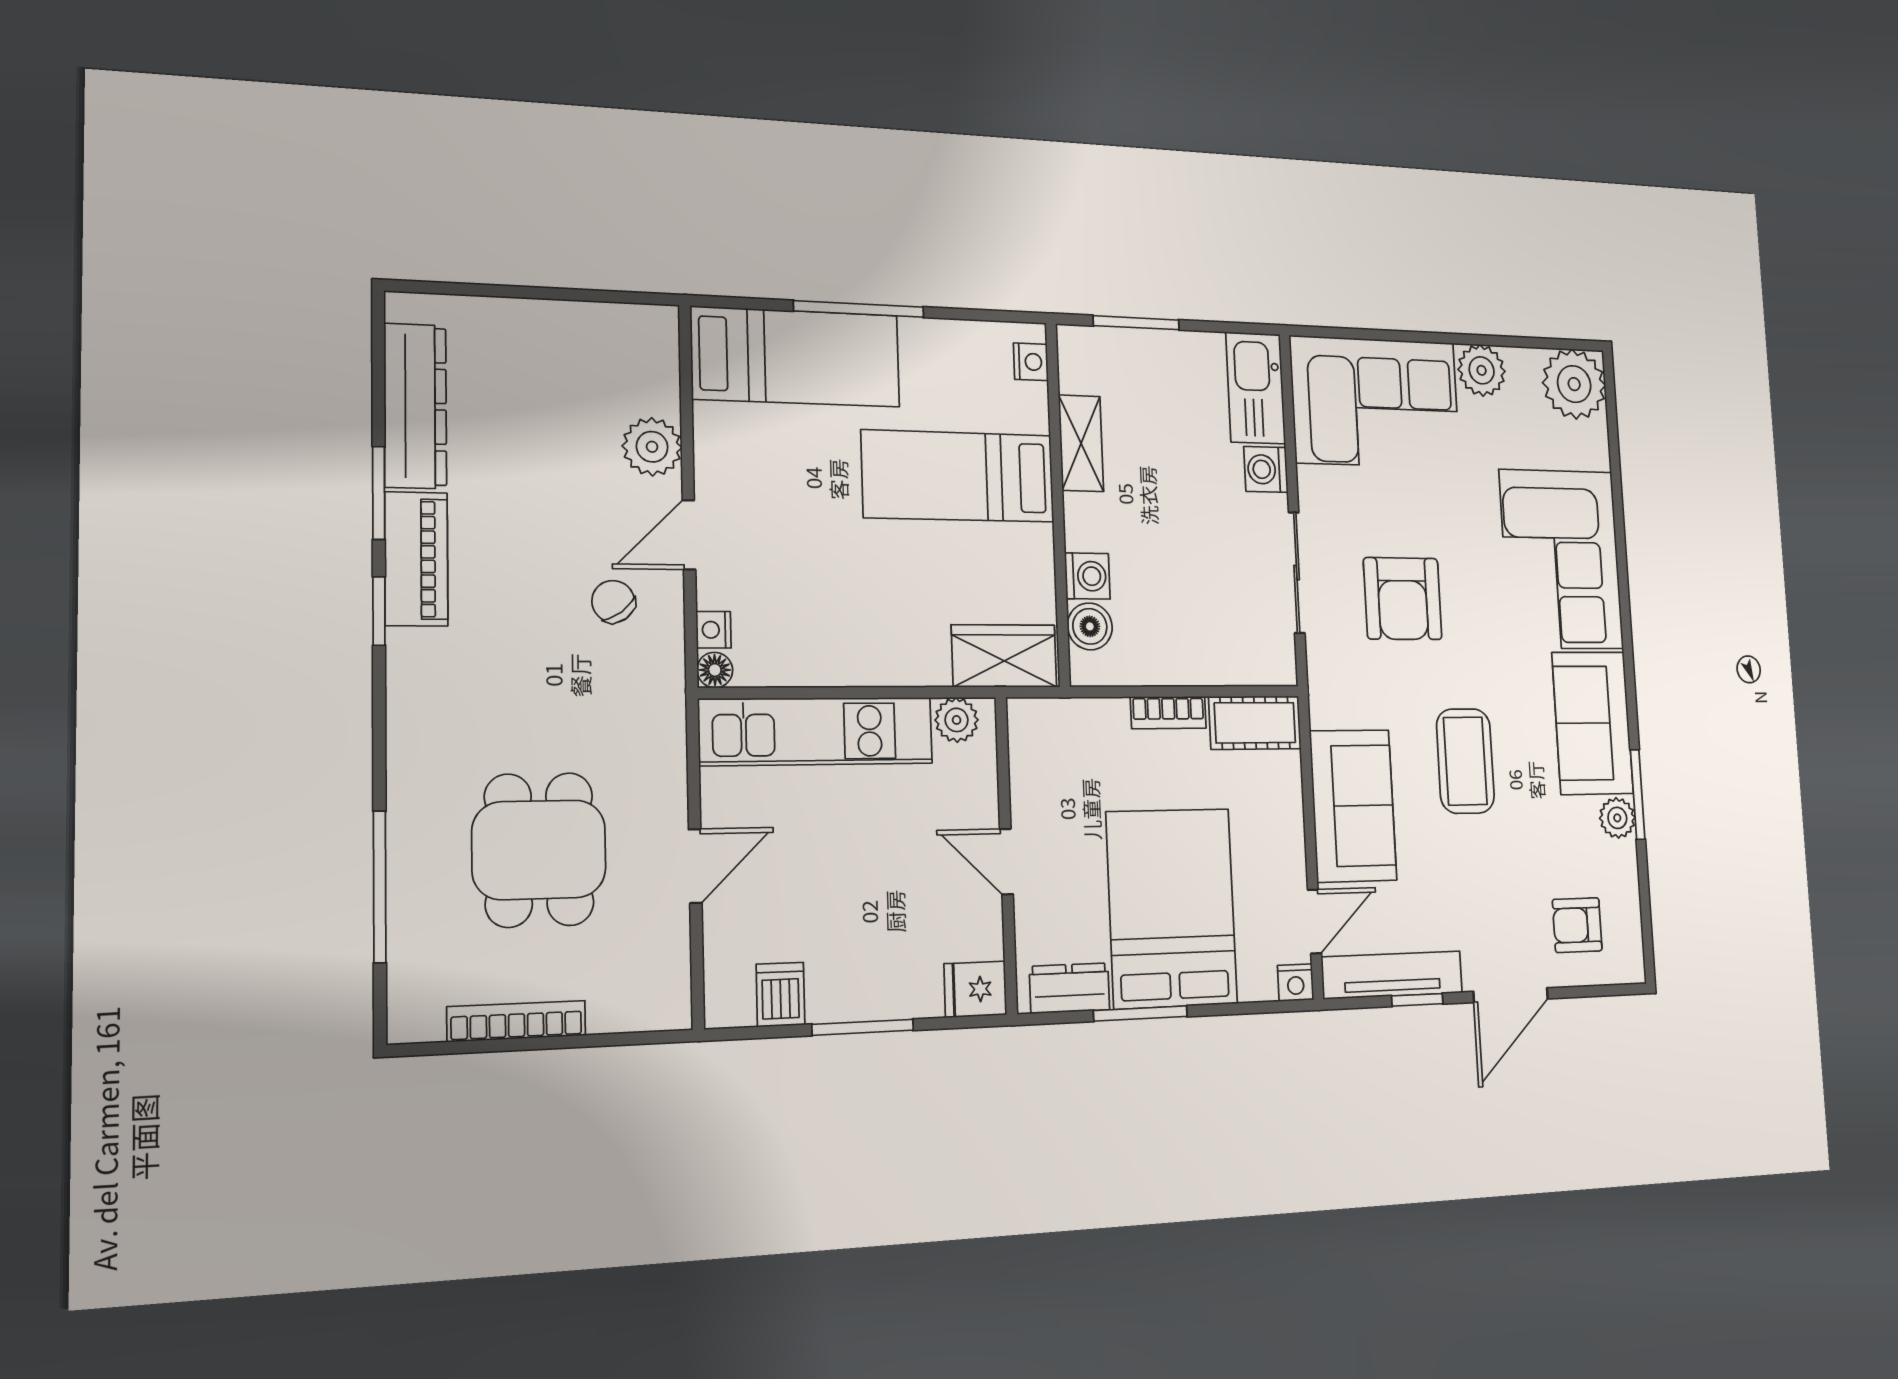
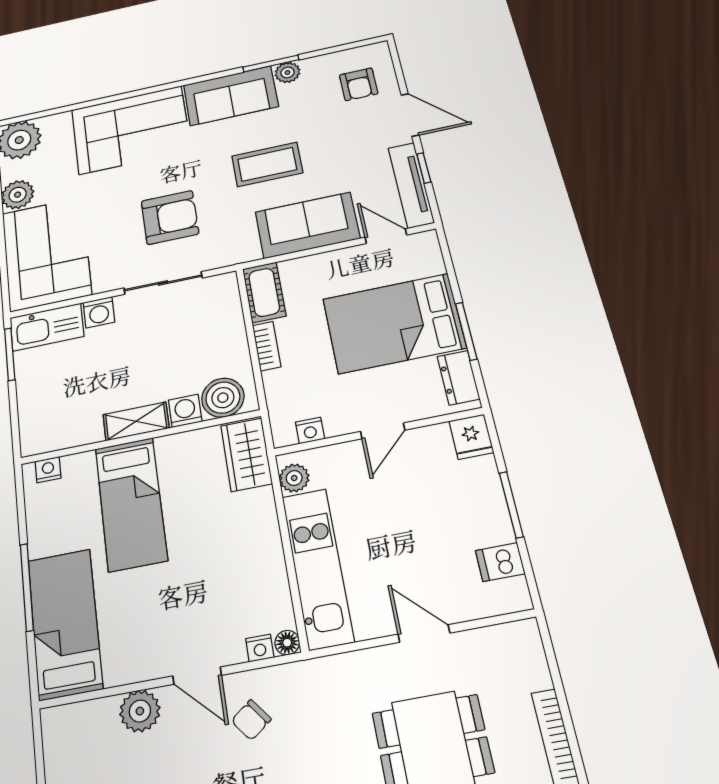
window: (1136, 323) -> (10, 354), moved
shelving: (1081, 443) -> (136, 421), moved
boiler: (1090, 626) -> (223, 398), width x1.36, depth x1.36
nightstand: (1296, 983) -> (310, 431), moved, turned 90

